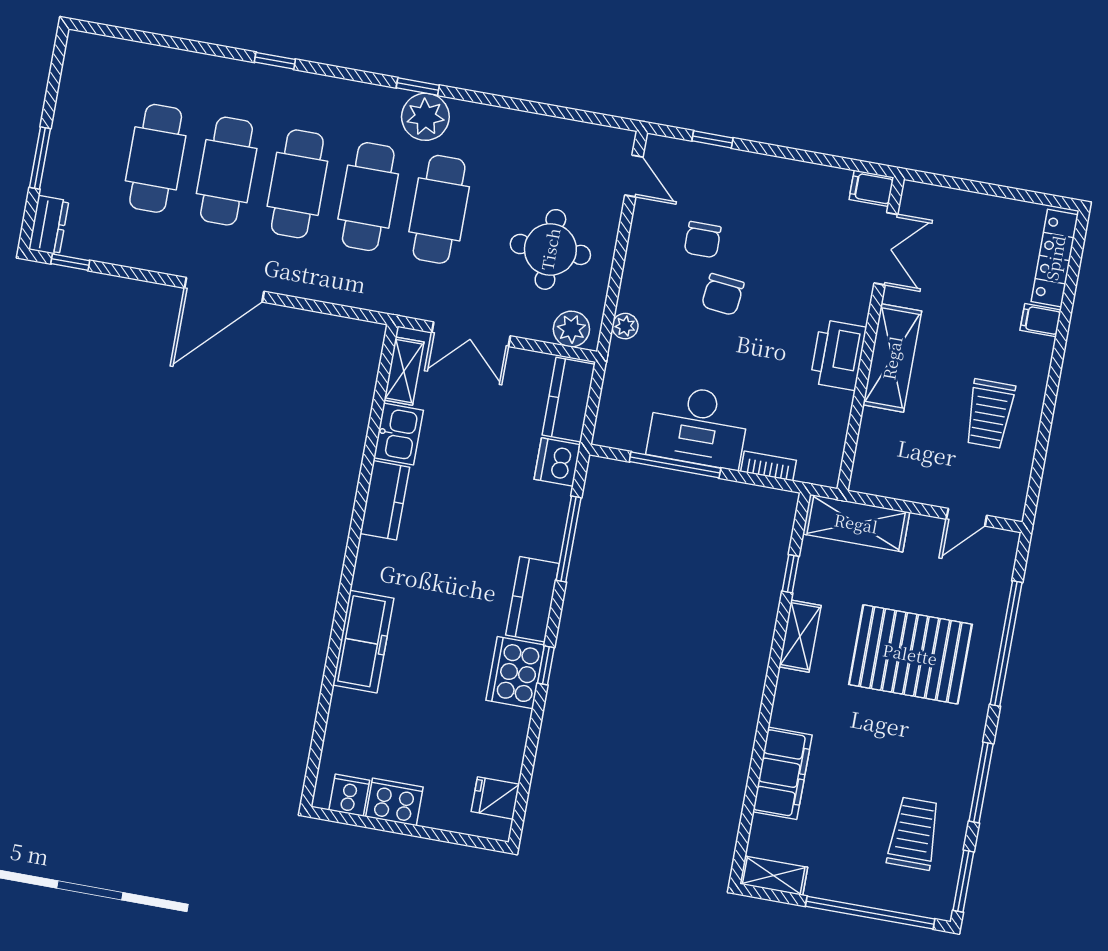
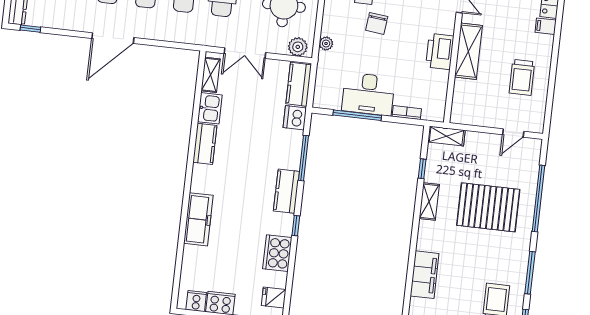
shelving: (856, 523) -> (446, 136), width x0.67, depth x0.75
cooker: (515, 673) -> (277, 253), moved

